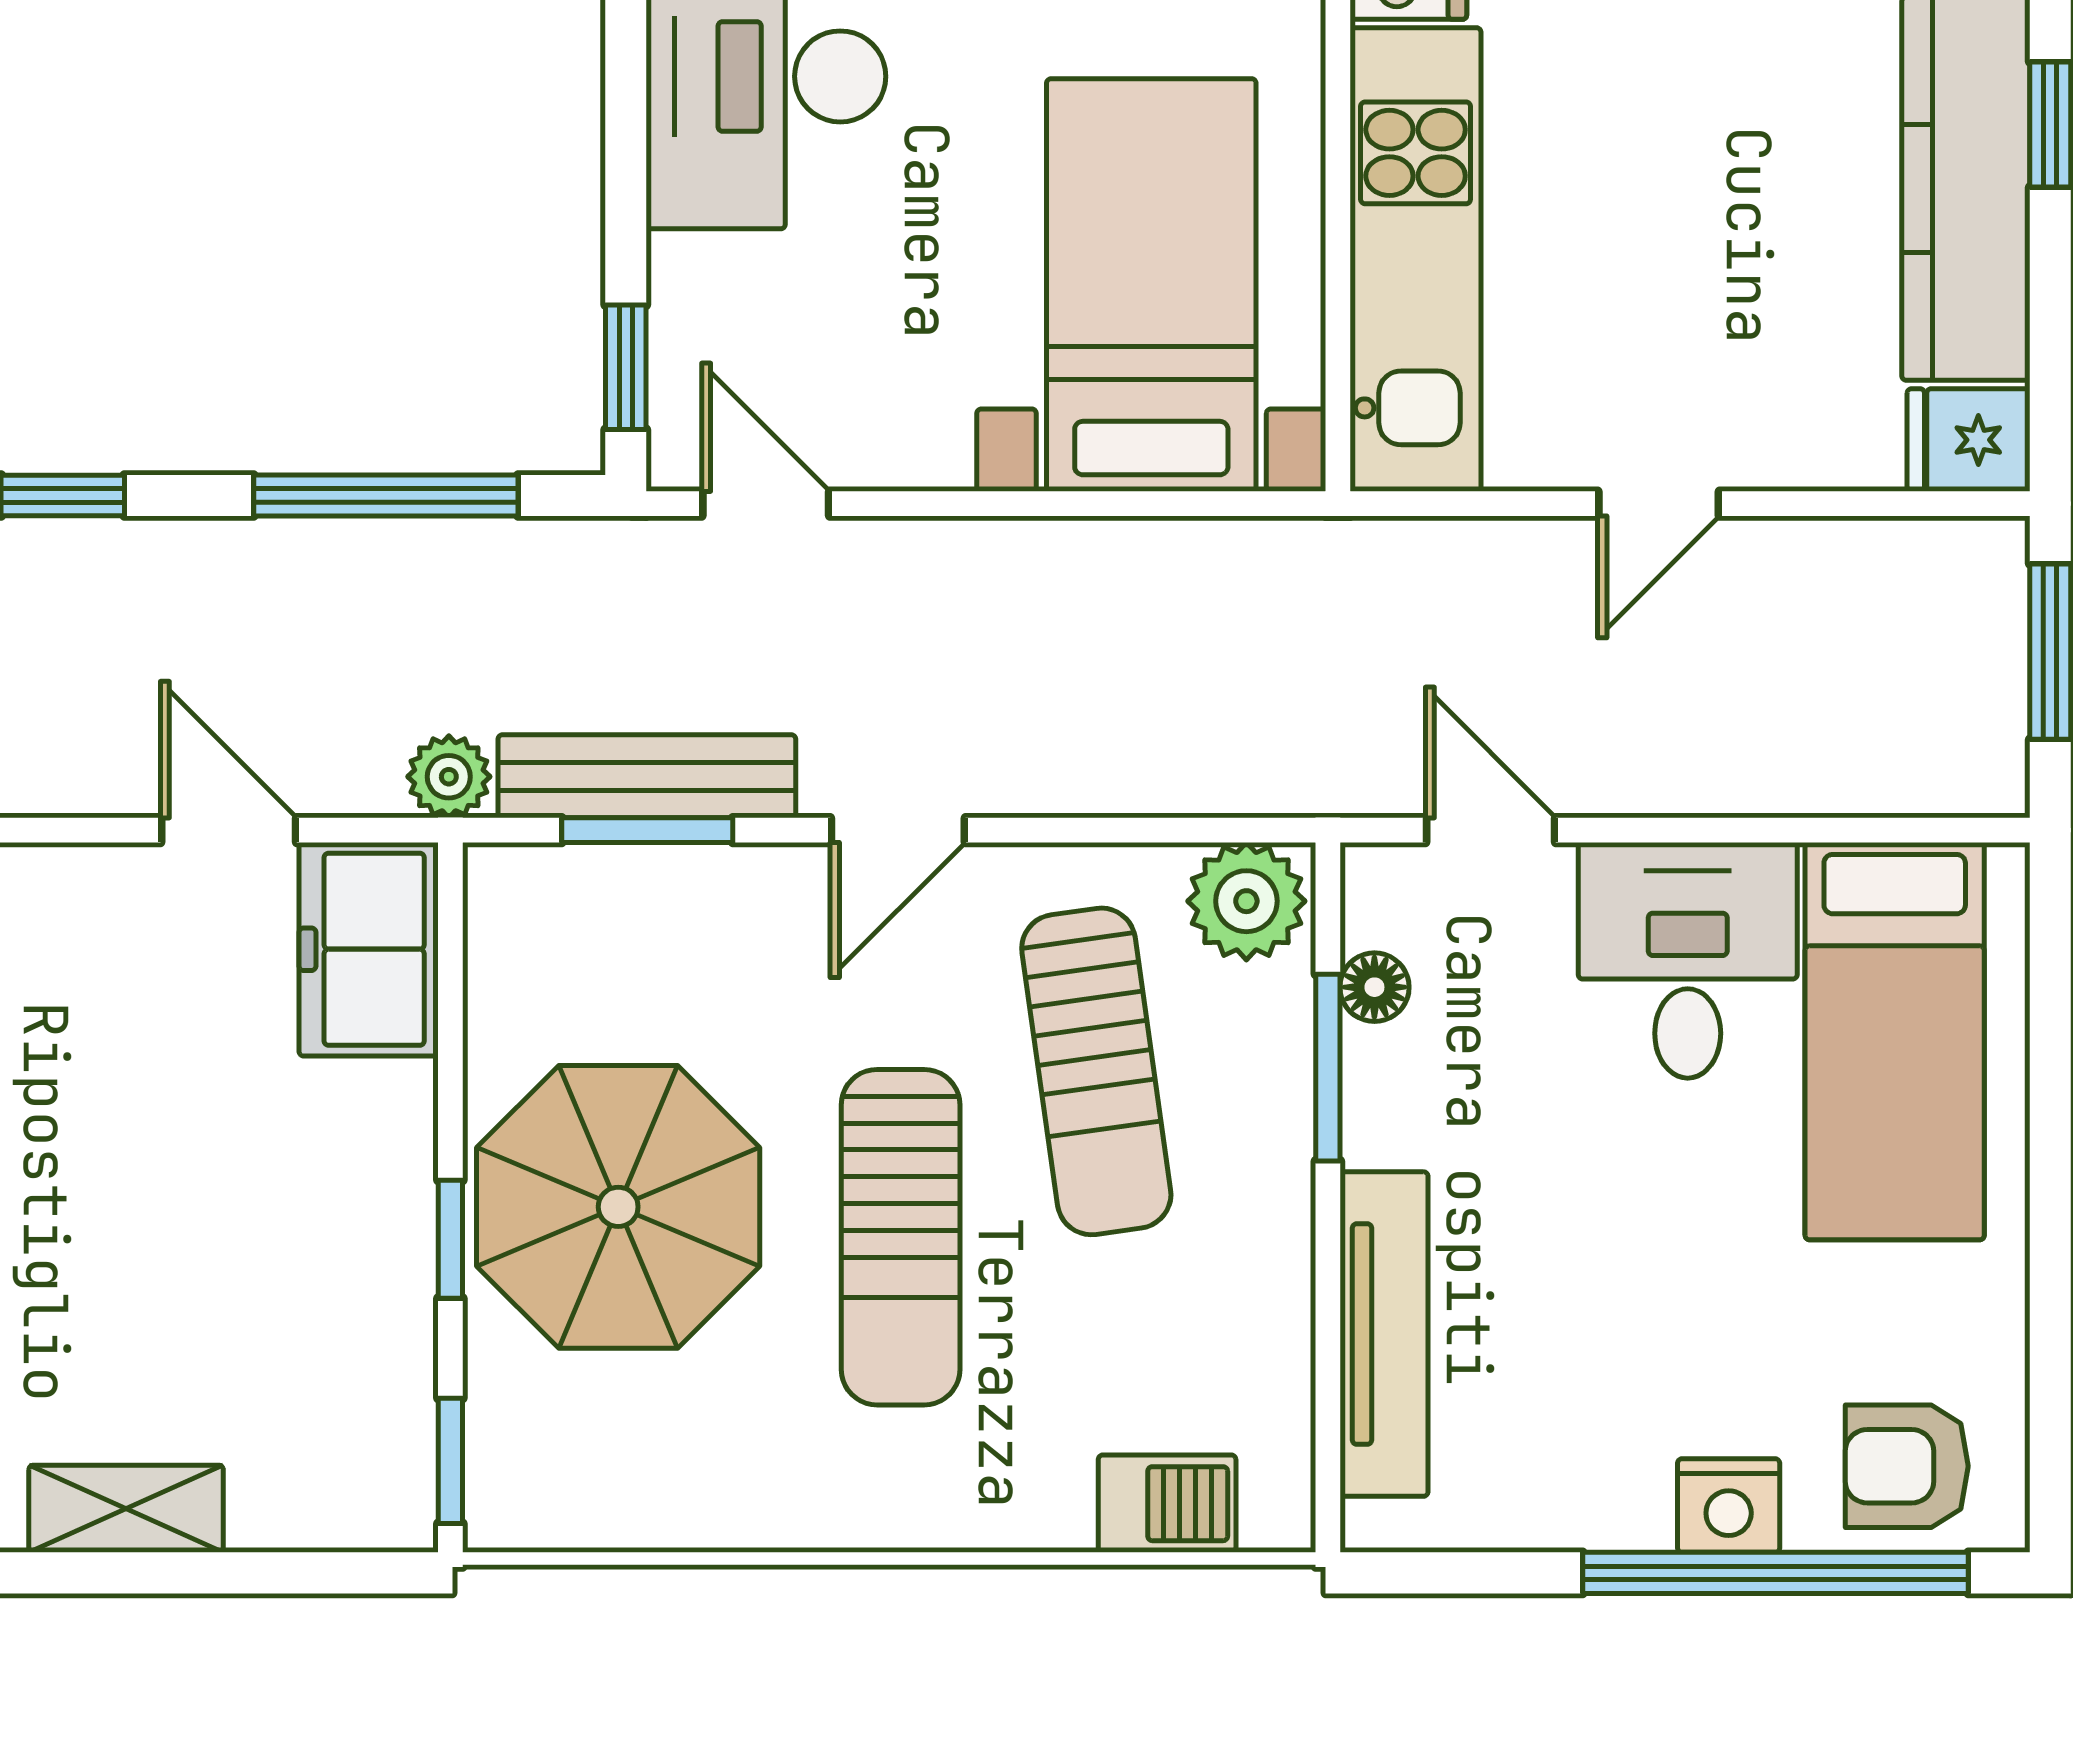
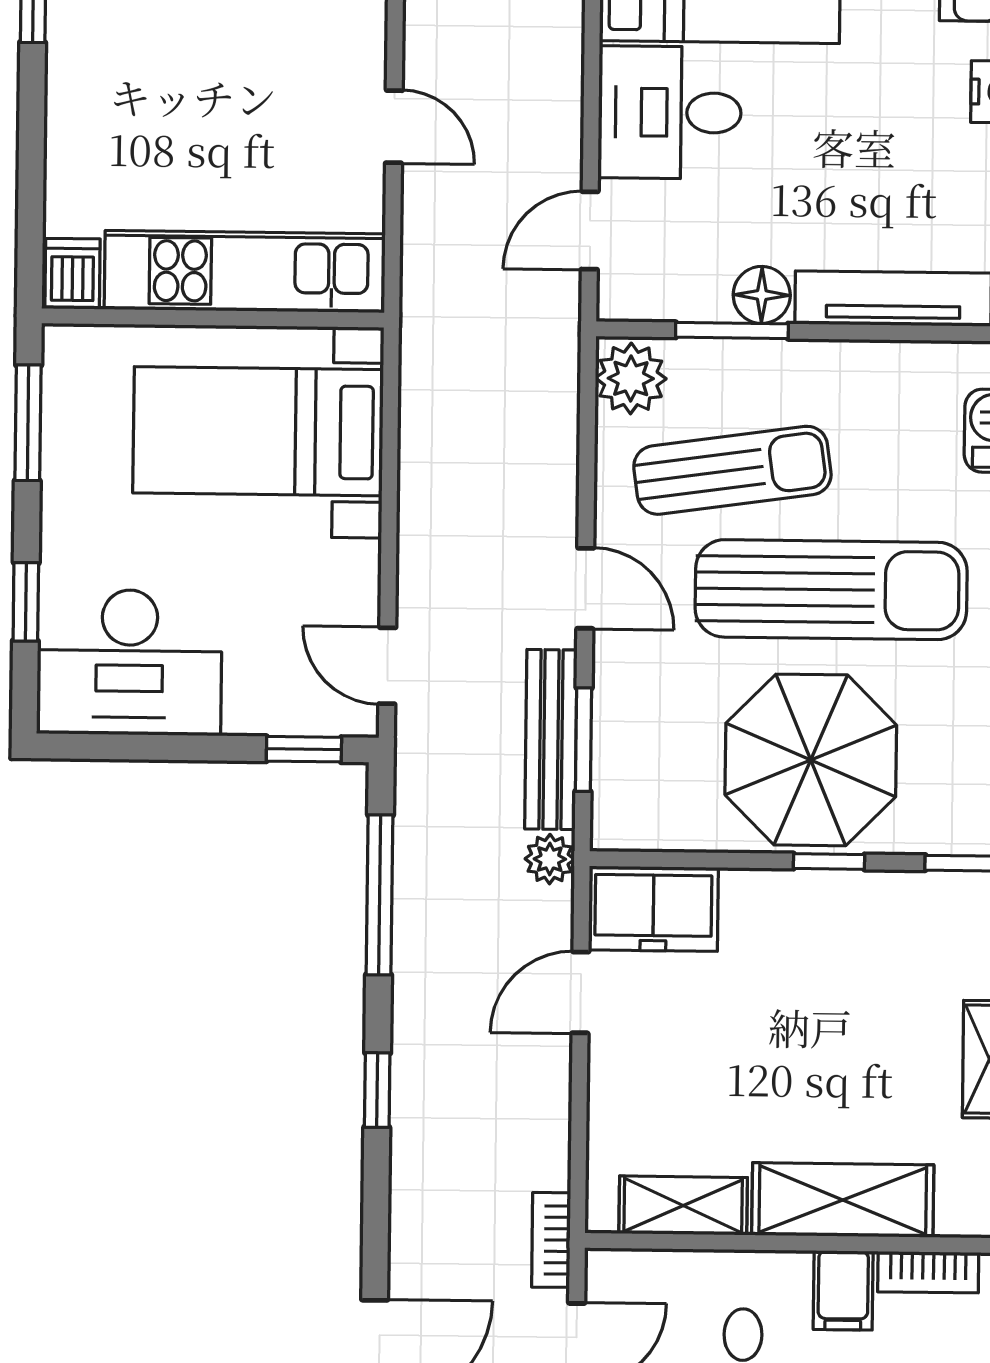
door: (766, 504) -> (387, 666), hinge flipped
floor lamp: (1374, 987) -> (762, 295), moved, width x1.37, depth x1.37
sun lounger: (901, 1237) -> (831, 590), width x1.36, depth x1.34

